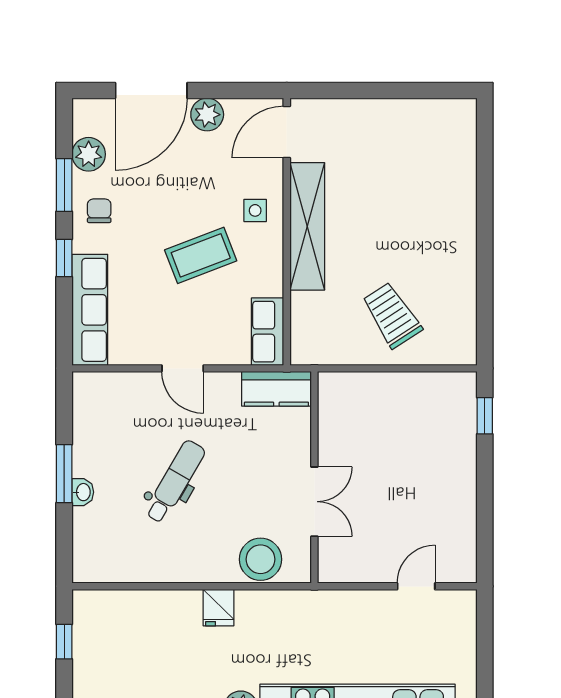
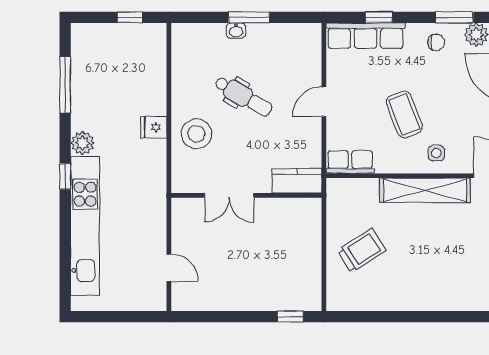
window: (64, 258) -> (379, 17), moved
kitchen counter: (276, 389) -> (297, 181), moved, turned 90
stool: (261, 559) -> (196, 134), moved

